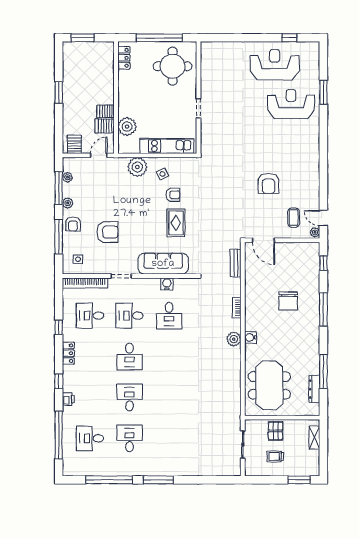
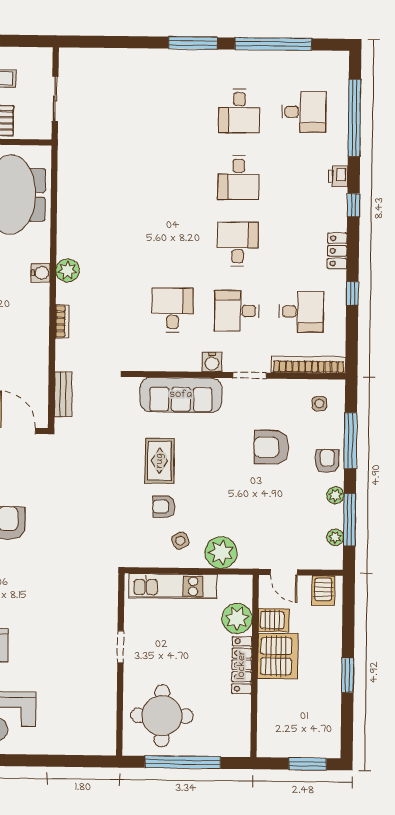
locker: (124, 58) -> (242, 665), moved, width x1.53
server rack: (106, 111) -> (278, 656), width x2.18, depth x1.44
door: (99, 155) -> (284, 572), hinge flipped
water cooler: (167, 284) -> (212, 362), moved
desk: (129, 316) -> (237, 311), turned 180

